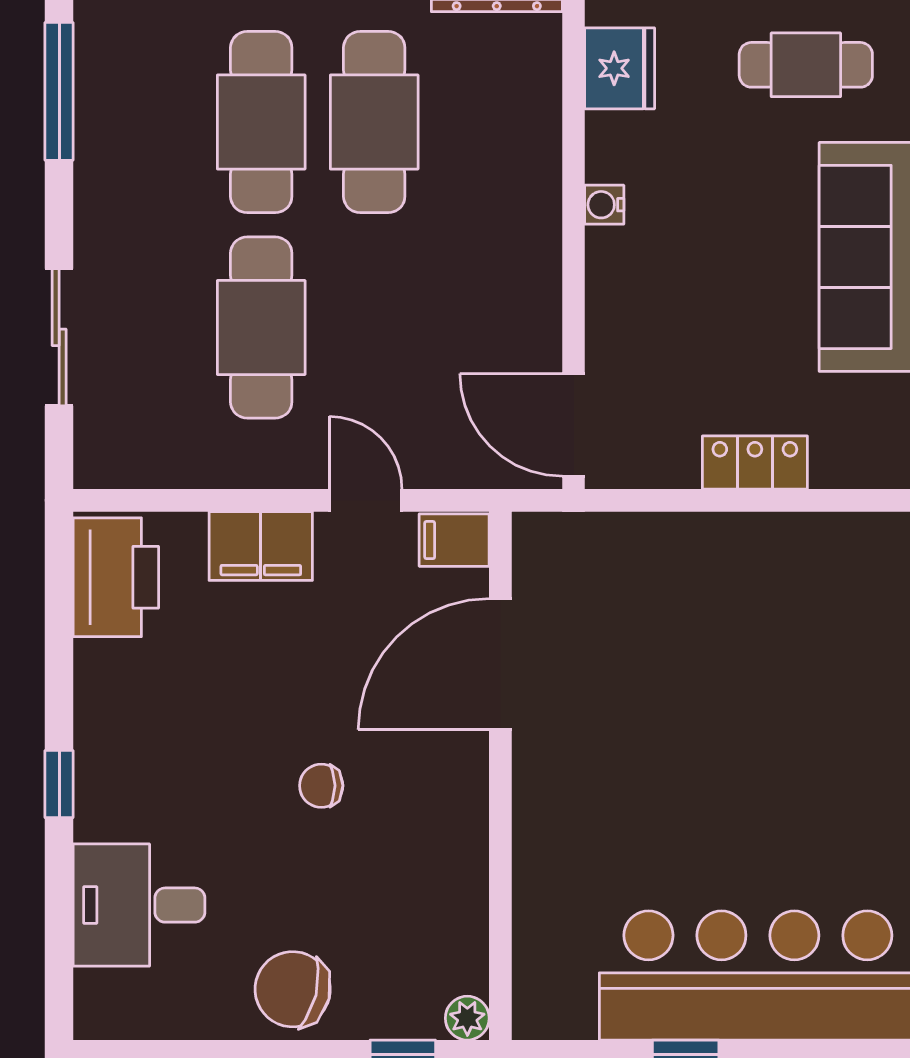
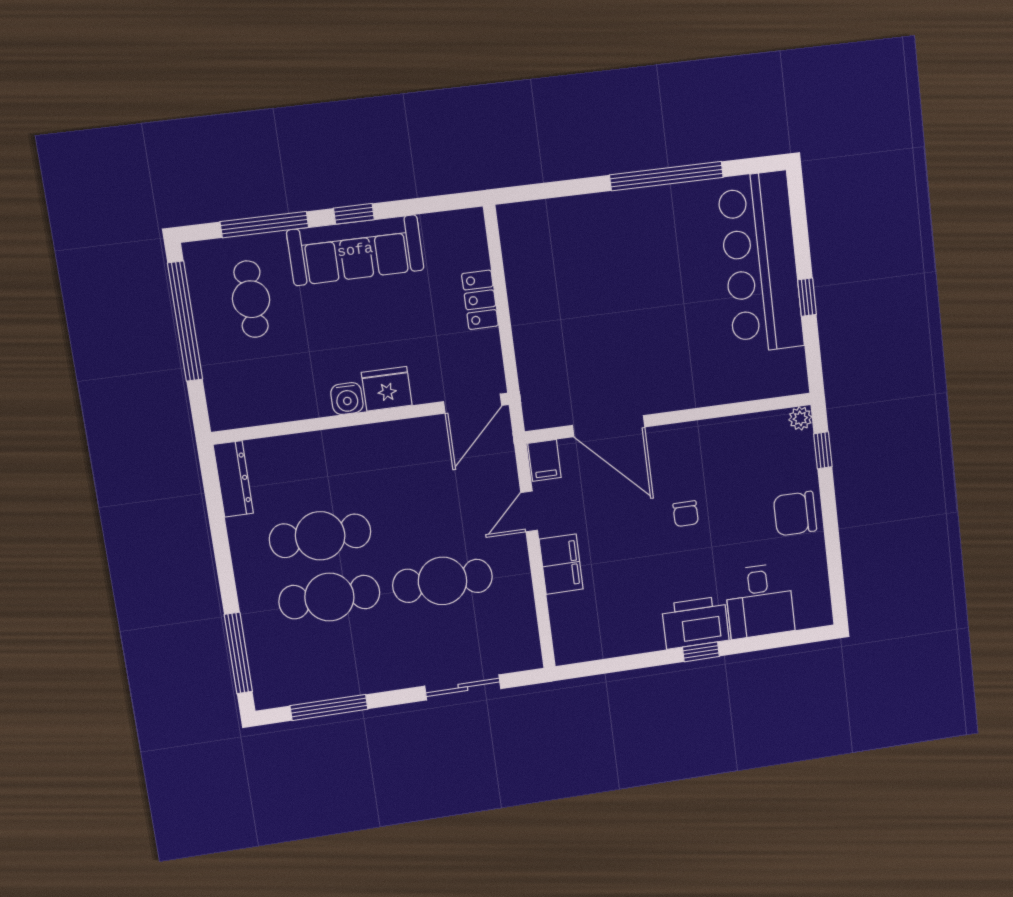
fridge: (620, 68) -> (387, 389), moved
water cooler: (604, 205) -> (347, 399), width x1.38, depth x1.38
printer: (116, 577) -> (695, 623), moved
chair: (293, 989) -> (795, 514), turned 76

